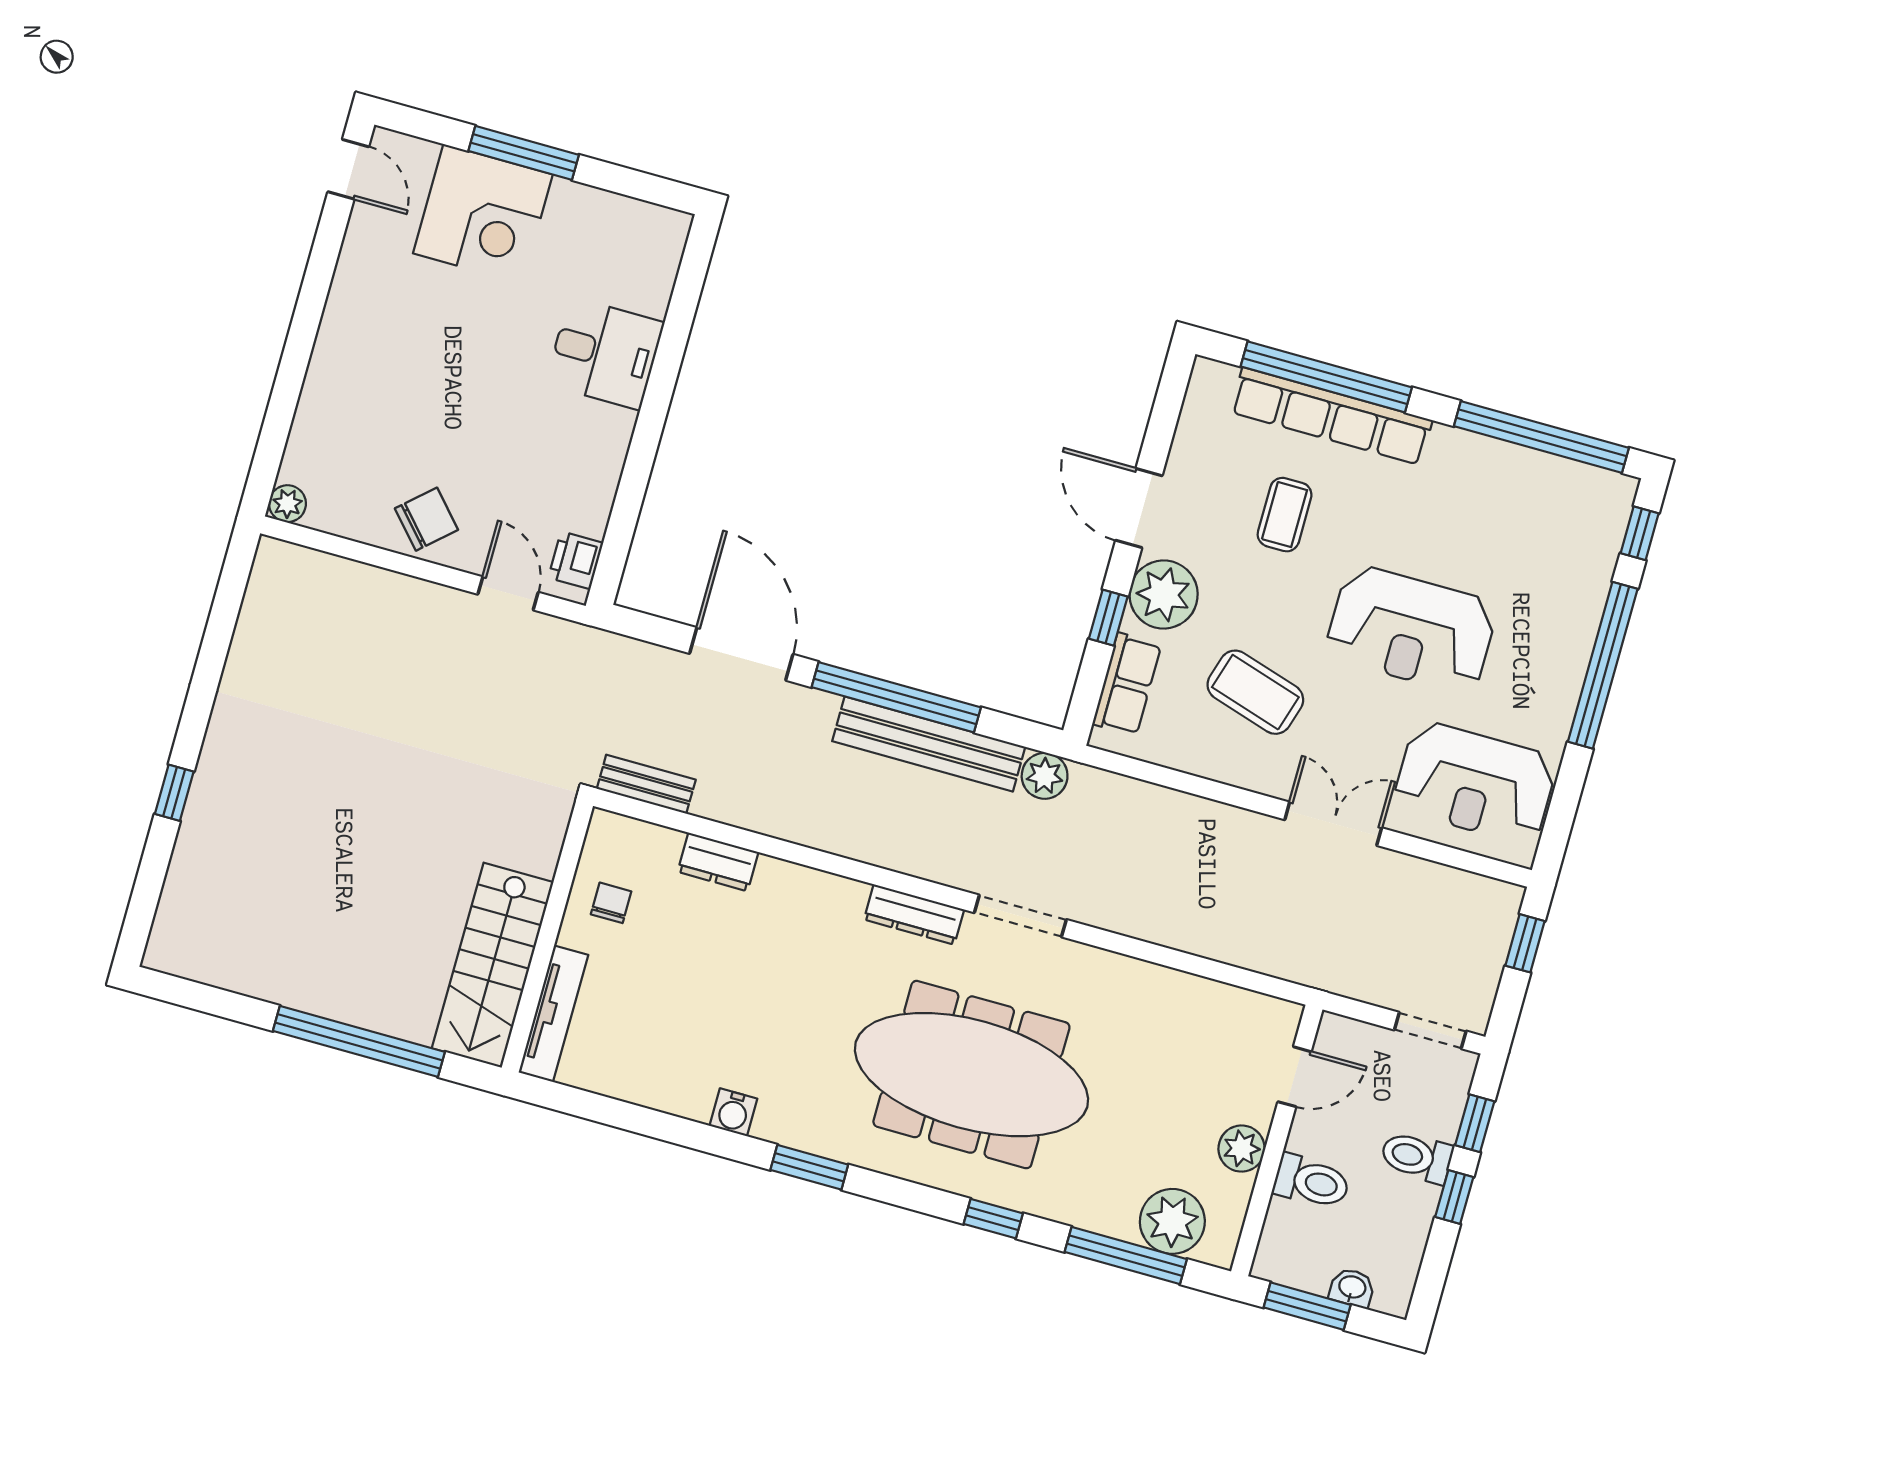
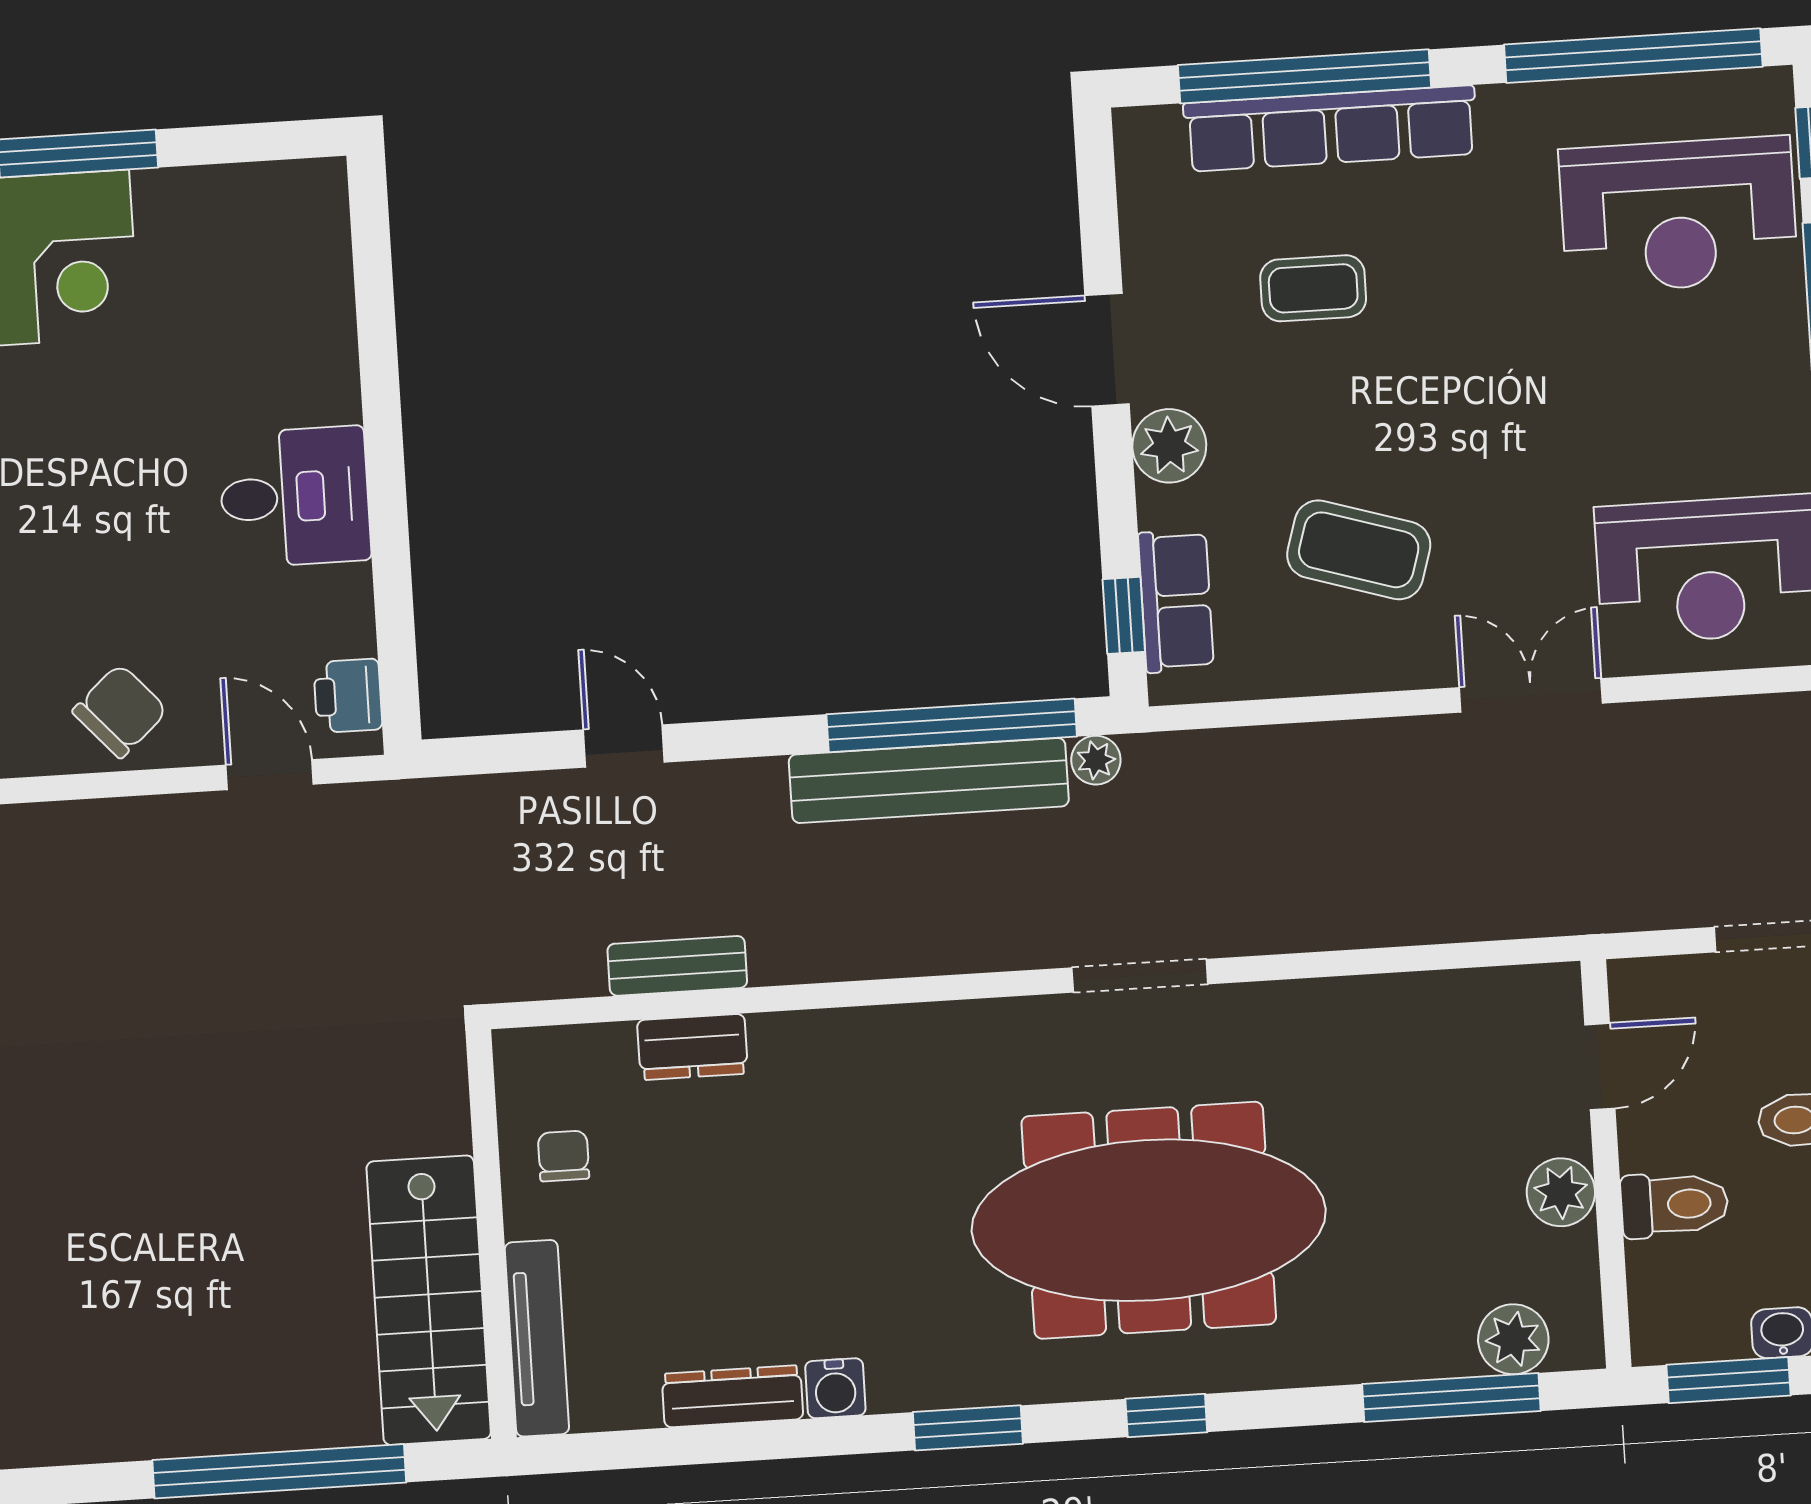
desk: (605, 353) -> (295, 497), moved
coffee table: (1285, 515) -> (1313, 288), turned 90
plant: (1164, 595) -> (1169, 446), width x0.73, depth x0.73
window: (1108, 618) -> (1124, 615), moved
reception desk: (1411, 630) -> (1678, 215), moved
door: (741, 654) -> (624, 746), width x0.53
window: (896, 697) -> (952, 725), moved
plant: (1045, 776) -> (1096, 760), width x0.73, depth x0.73
bench: (646, 784) -> (677, 966), moved
dresser: (914, 914) -> (732, 1396), moved, turned 180
window: (993, 1219) -> (1166, 1415), moved
plant: (1172, 1221) -> (1513, 1339), width x0.73, depth x0.73

